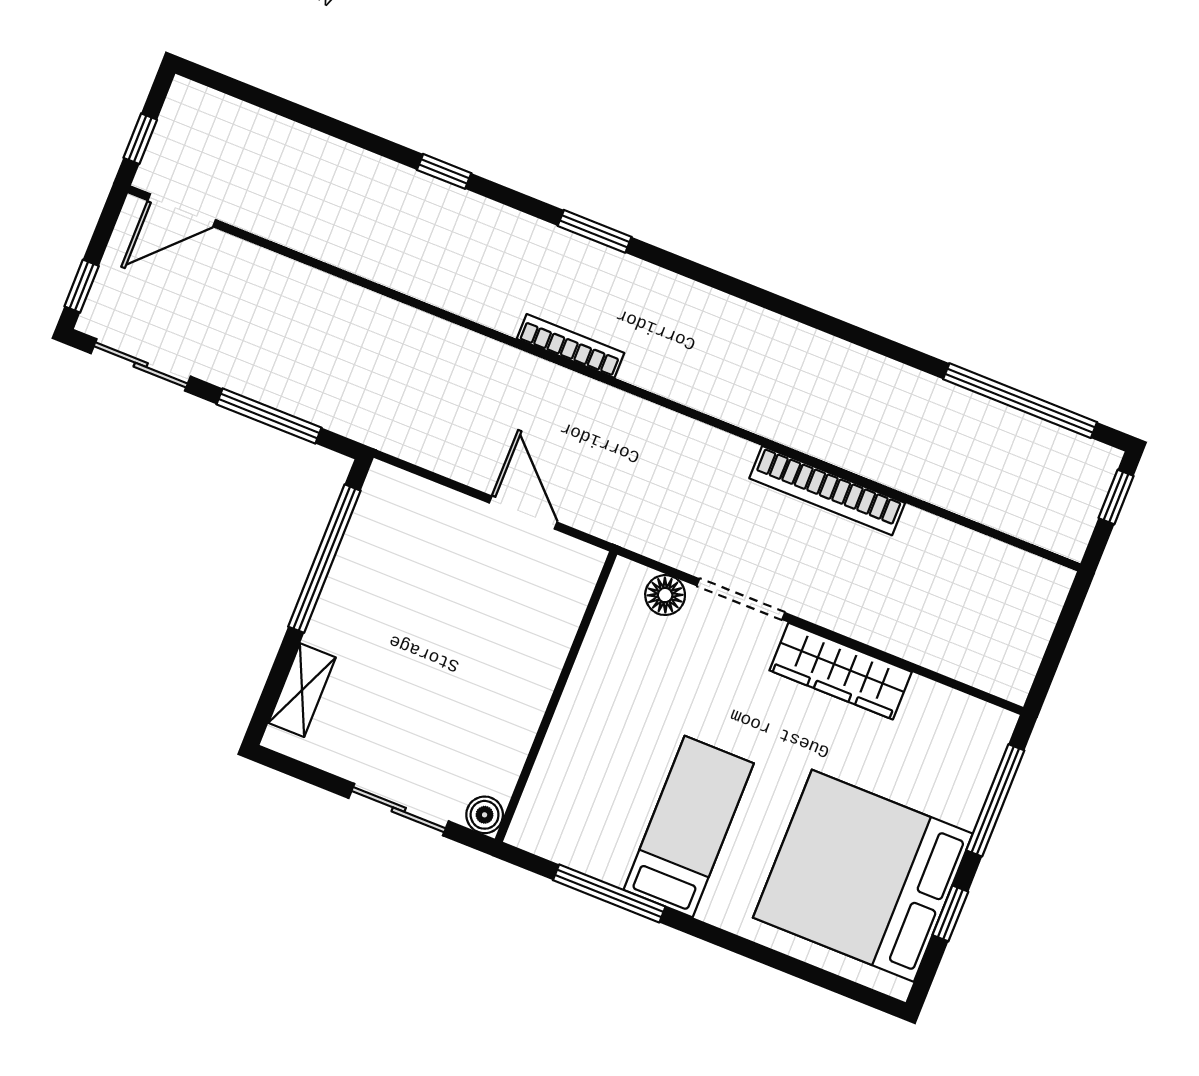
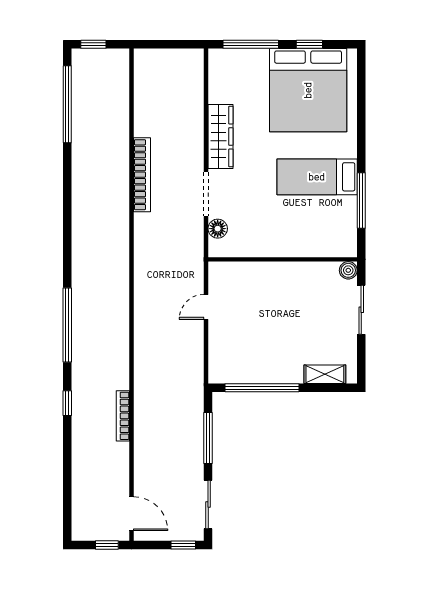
window: (595, 231) -> (67, 325), width x2.11
bookcase: (571, 346) -> (123, 416), moved
door: (523, 513) -> (206, 307), width x0.73

